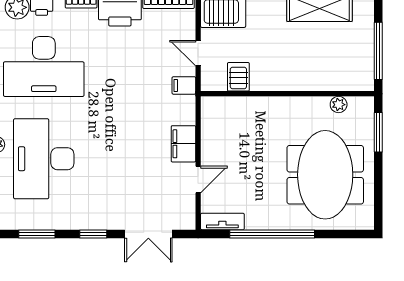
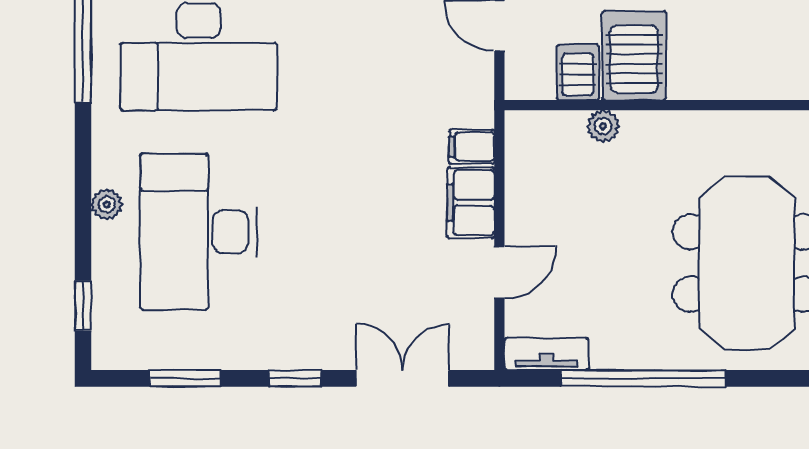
server rack: (267, 68) -> (634, 56), added
filing cabinet: (184, 85) -> (472, 147), moved
plant: (339, 105) -> (603, 126), moved
double door: (148, 234) -> (403, 378), swing flipped

